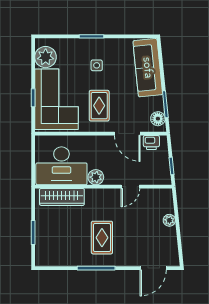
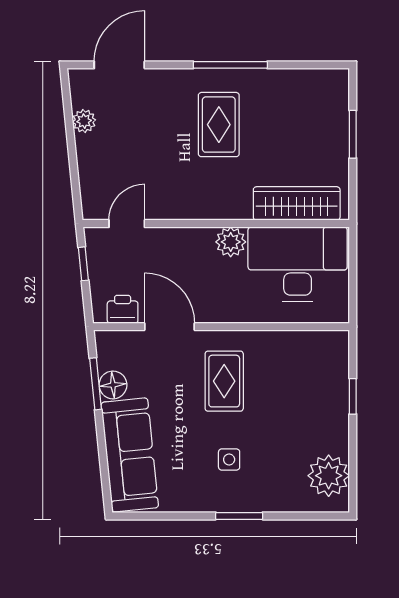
corner sofa: (56, 99) -> (307, 393), removed
floor lamp: (158, 119) -> (113, 385), moved
door: (130, 187) -> (127, 224), moved
plant: (169, 220) -> (84, 121), moved

